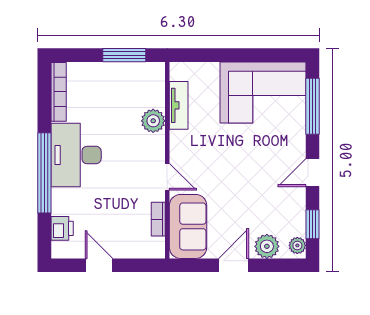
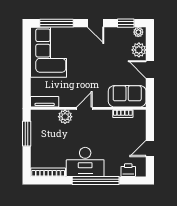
tv unit: (179, 105) -> (45, 102), moved
door: (167, 177) -> (84, 108), moved

